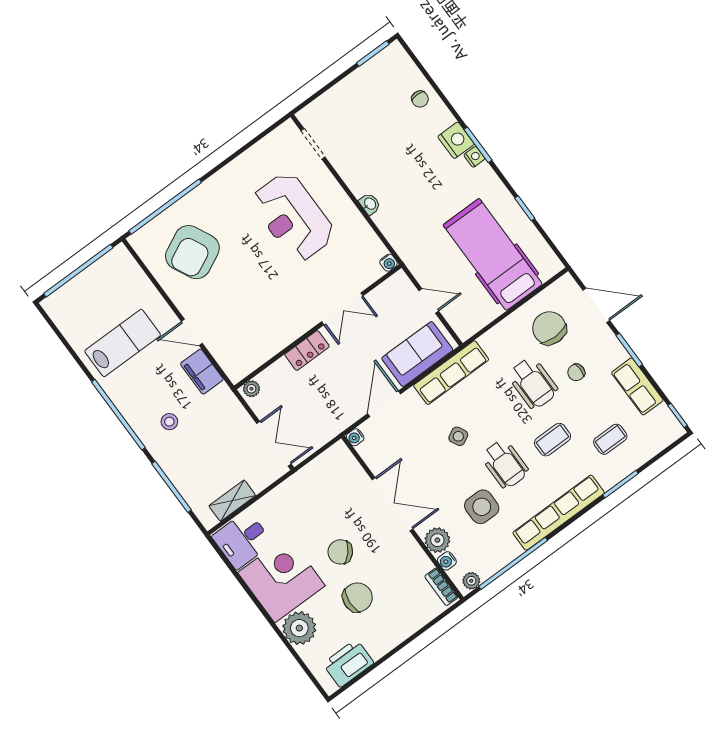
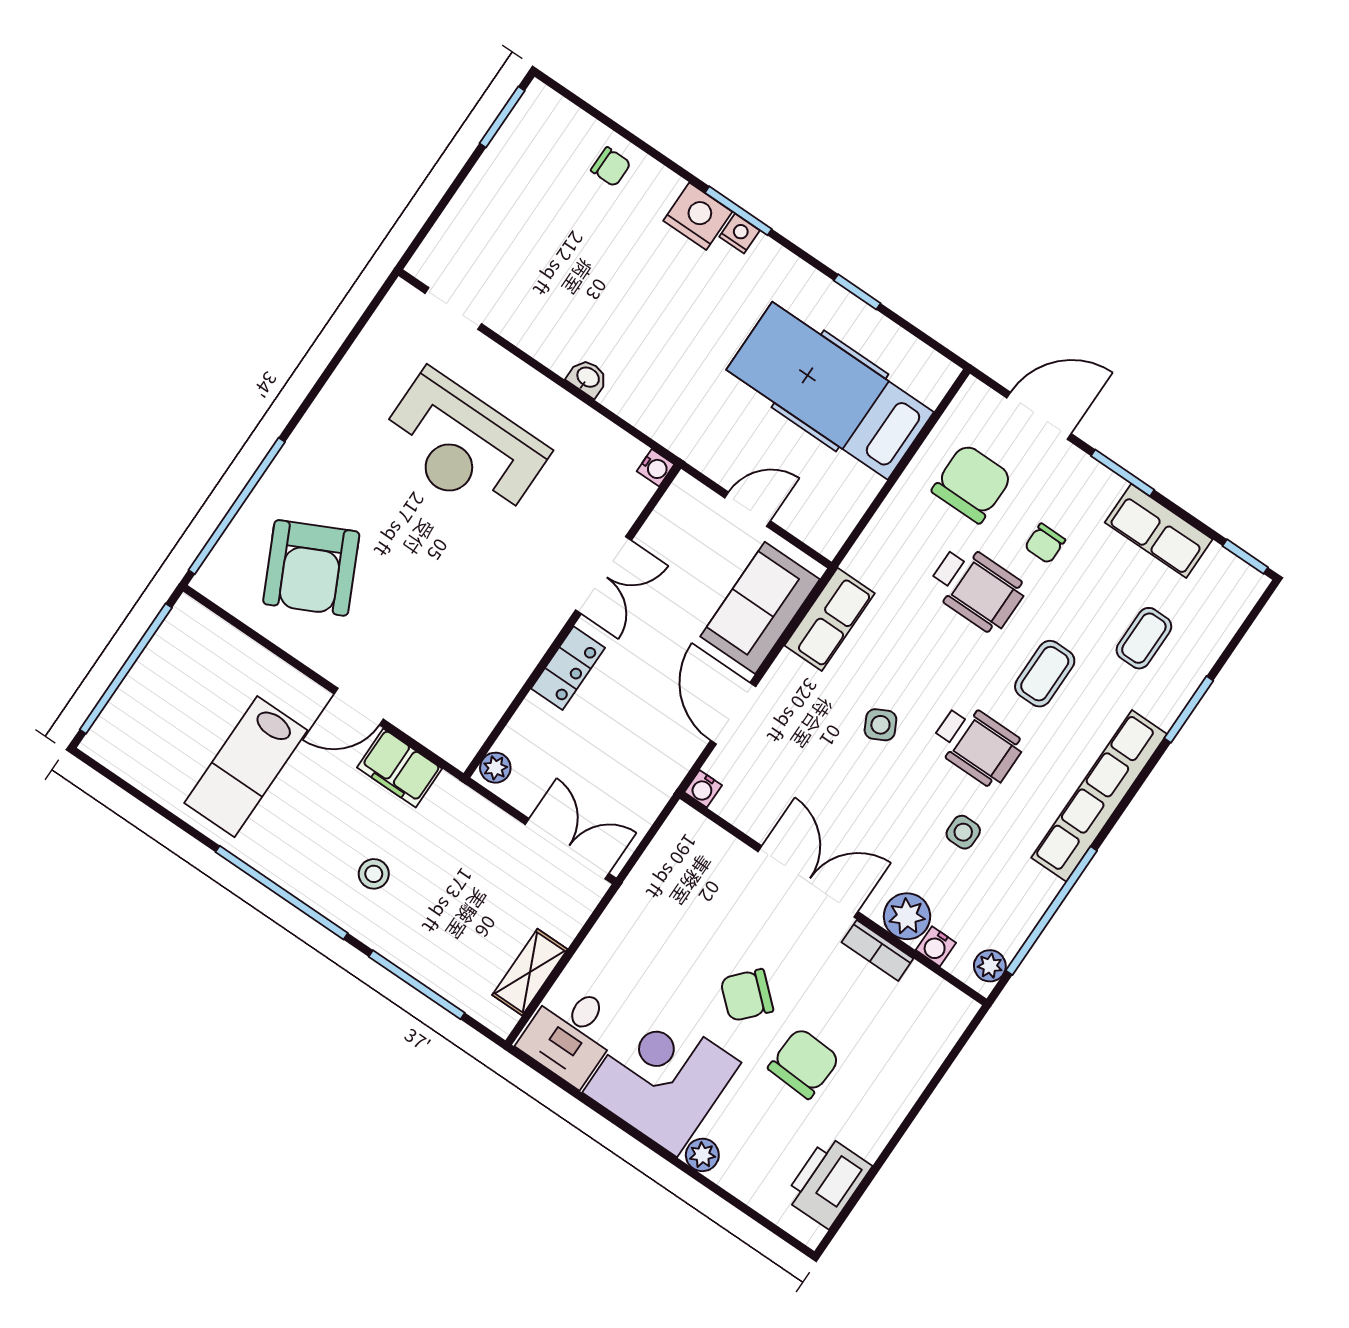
chair: (549, 328) -> (972, 483), turned 90
lab bench: (123, 343) -> (246, 767), turned 180
row of seats: (451, 373) -> (830, 619), width x0.68
side table: (482, 507) -> (963, 832), width x0.54, depth x0.54
bookcase: (441, 587) -> (877, 950), moved
plant: (299, 628) -> (702, 1155), width x0.53, depth x0.53

